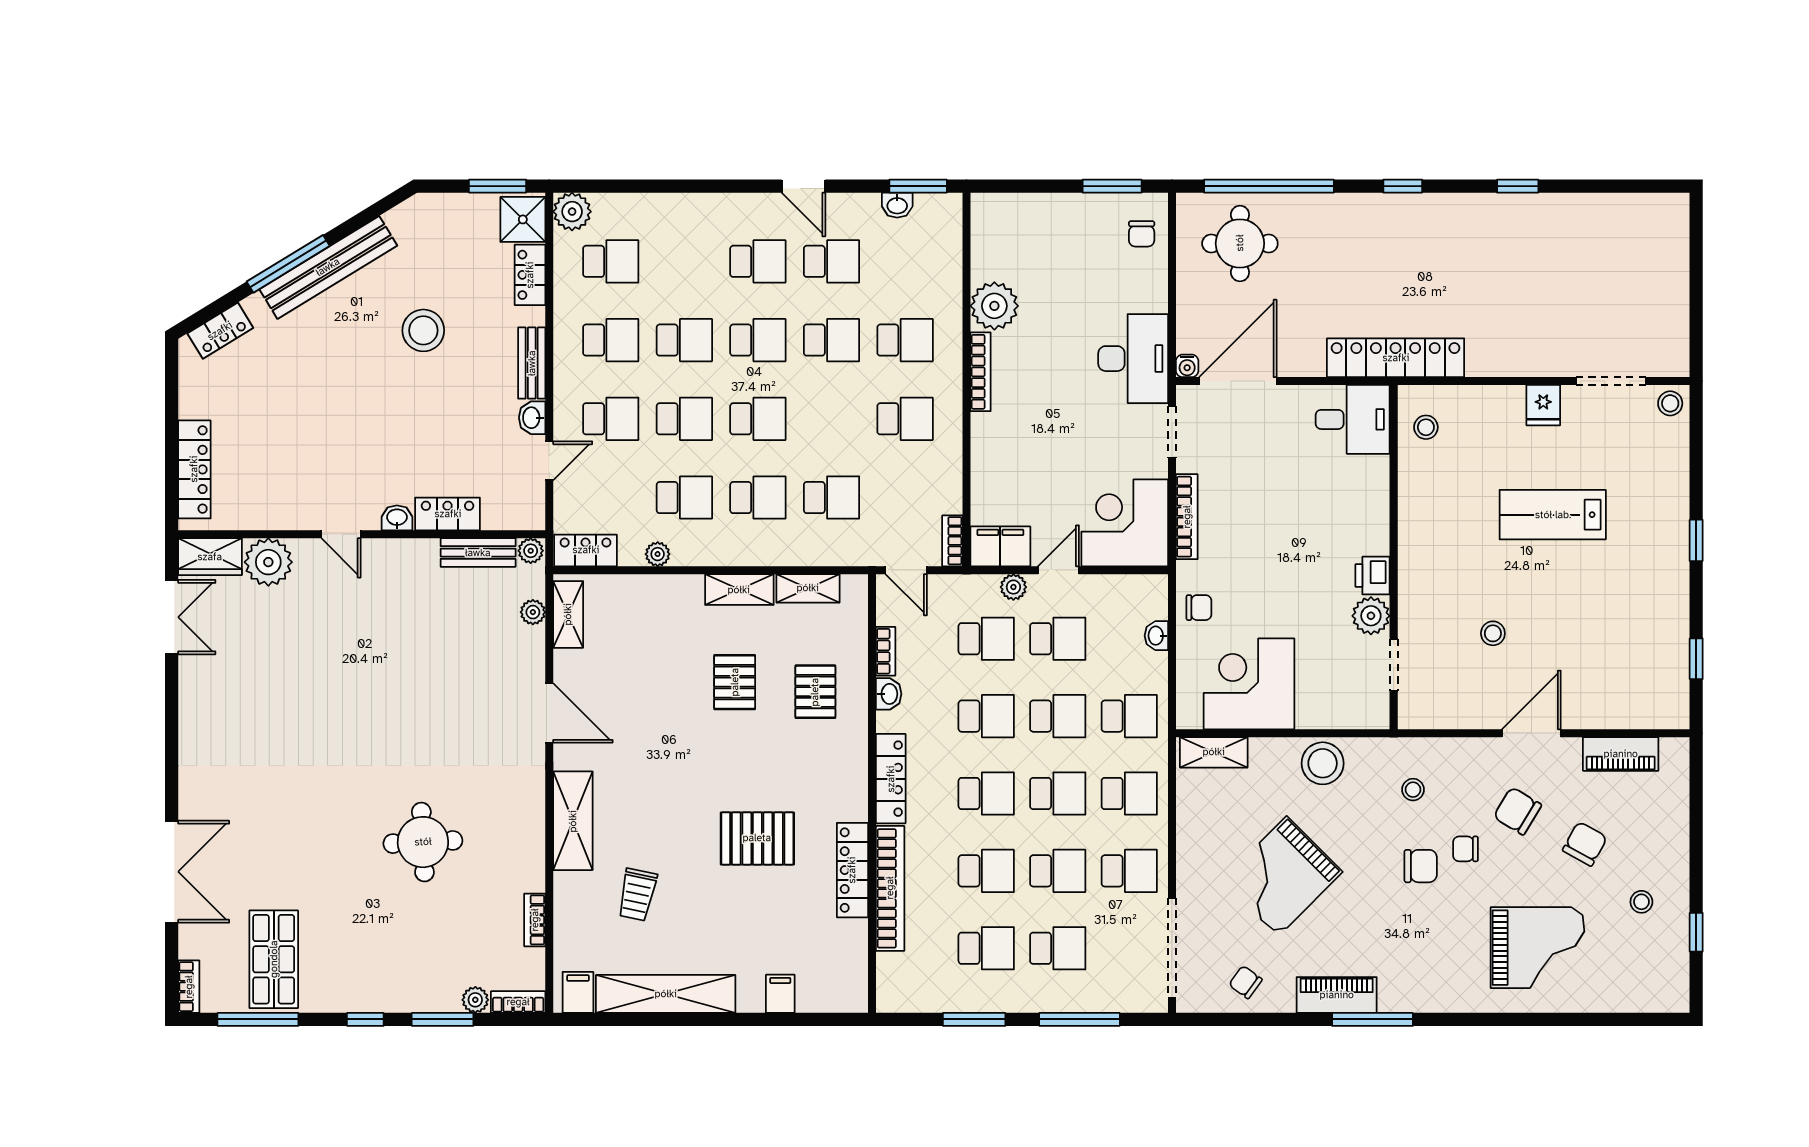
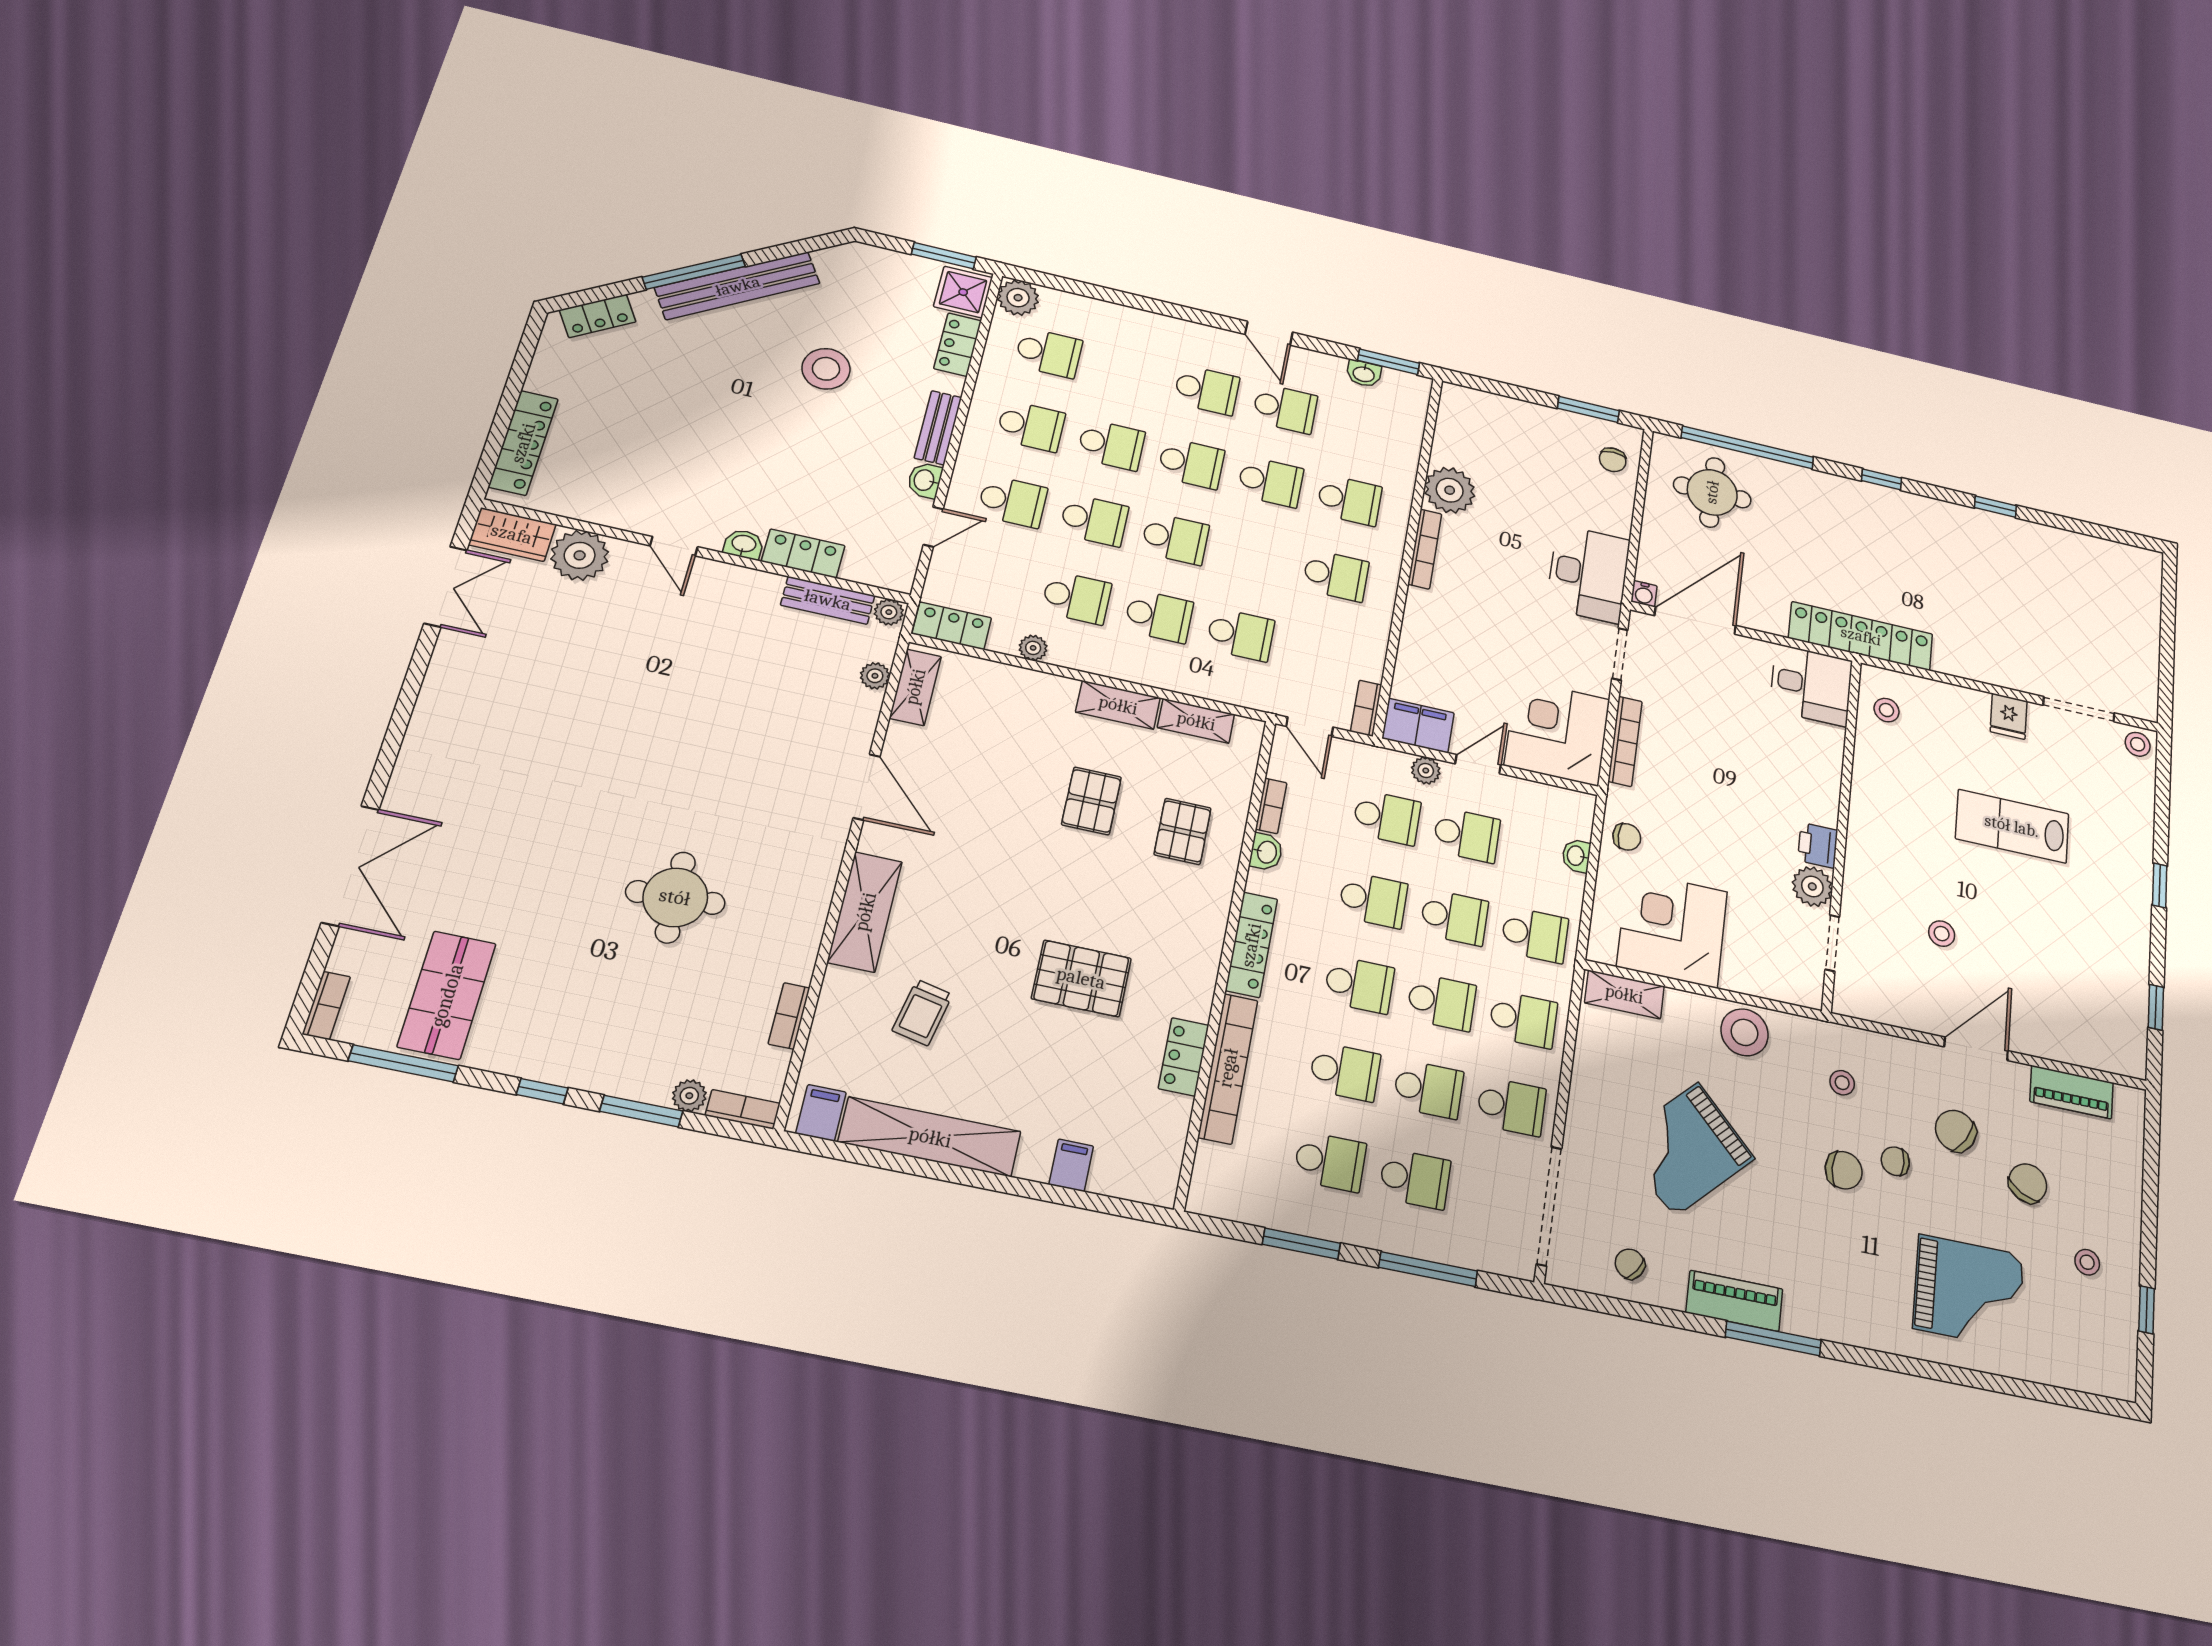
locker: (852, 870) -> (1184, 1057), width x0.66

